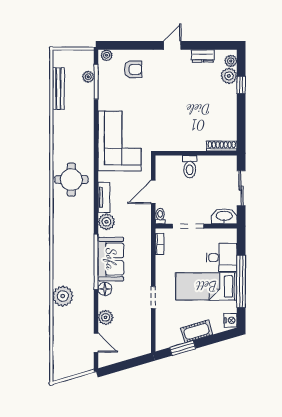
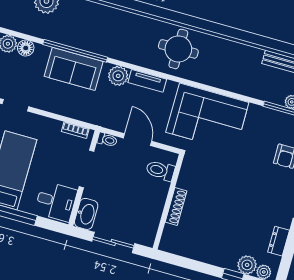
shoe rack: (222, 146) -> (176, 206), moved
toilet: (190, 167) -> (160, 171), moved
desk: (222, 257) -> (56, 201), moved, turned -90
floor lamp: (105, 289) -> (26, 48), moved

